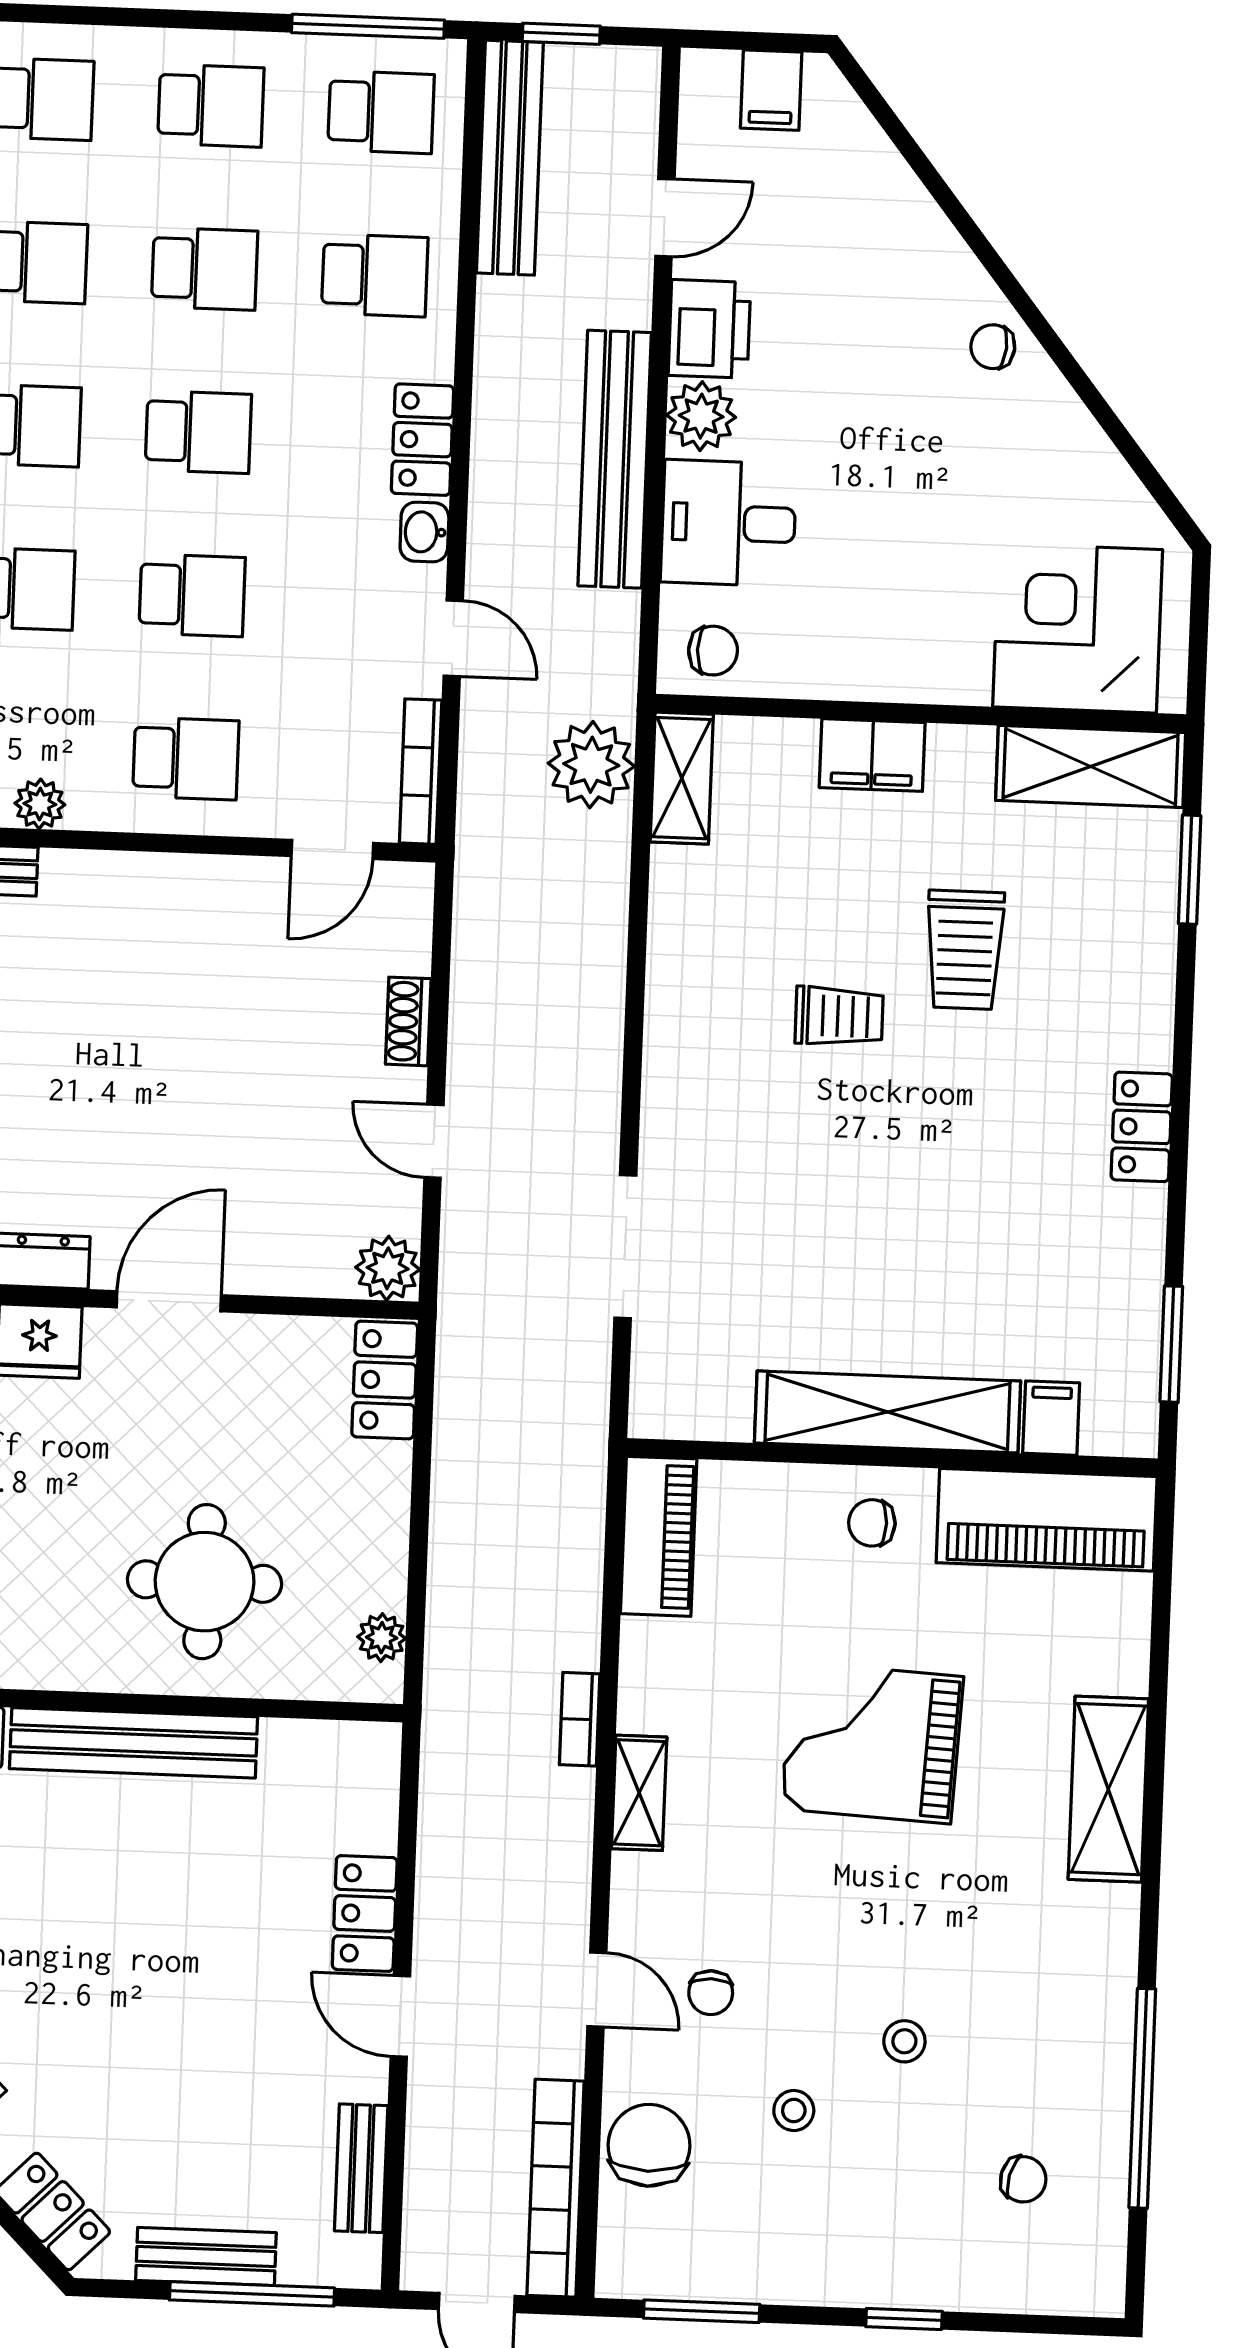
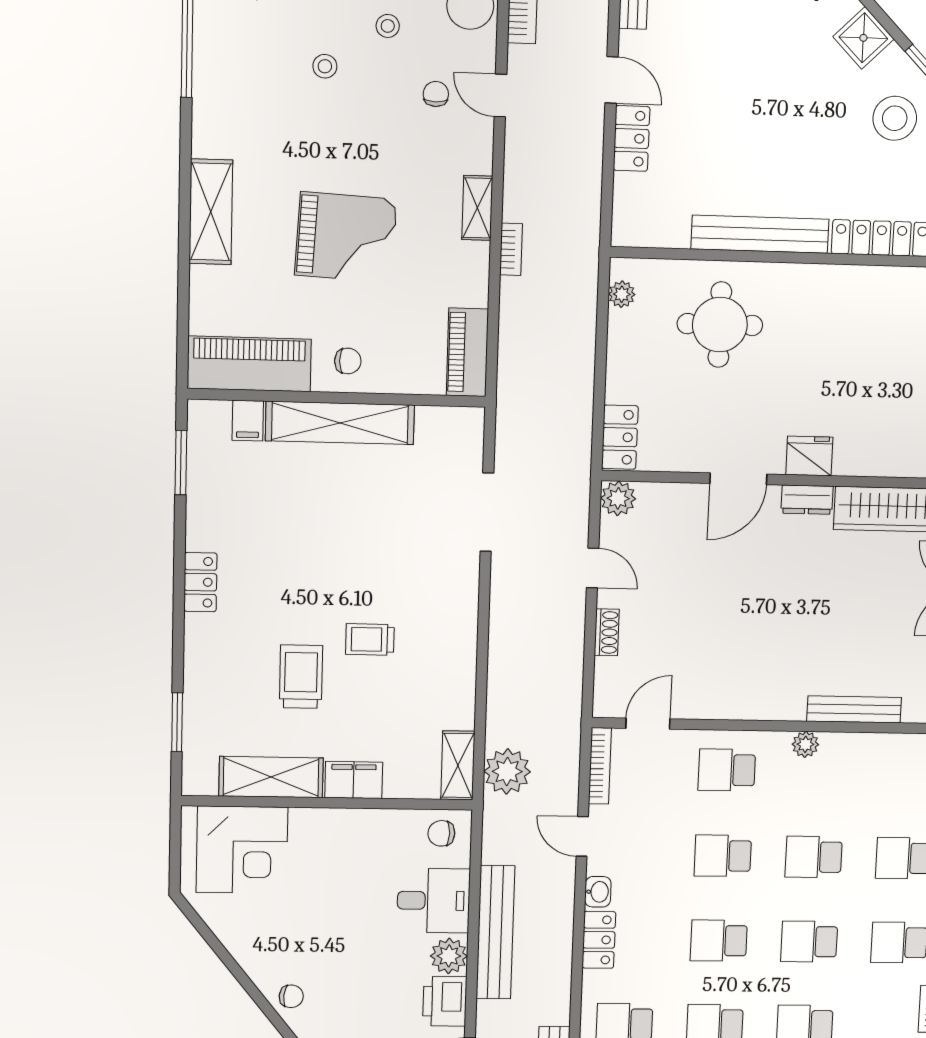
shelving: (1091, 766) -> (271, 777), moved

